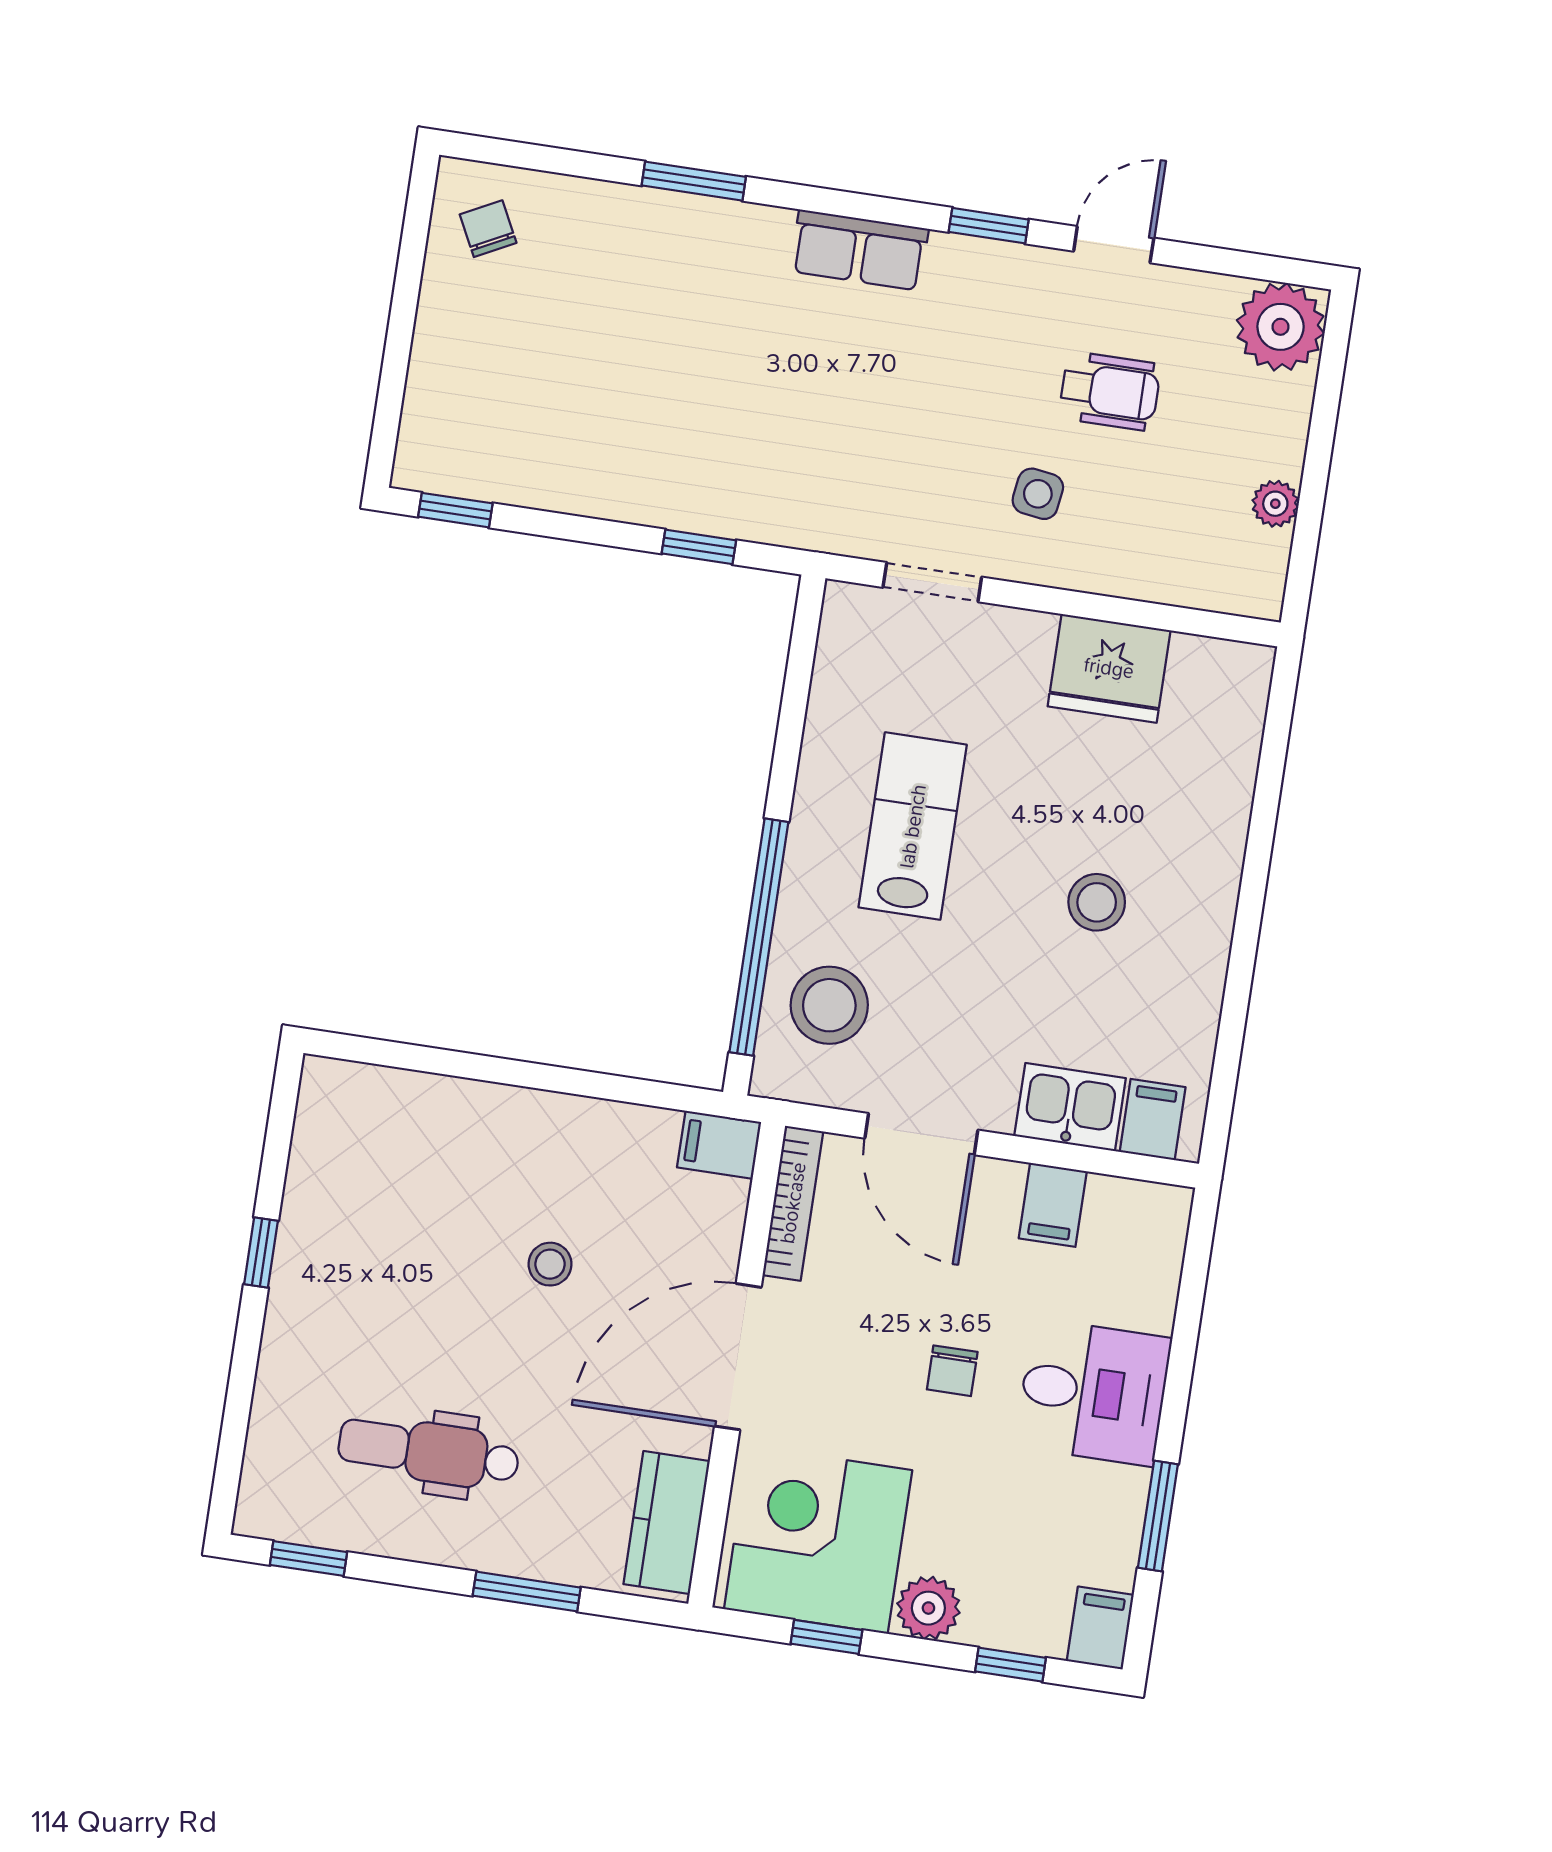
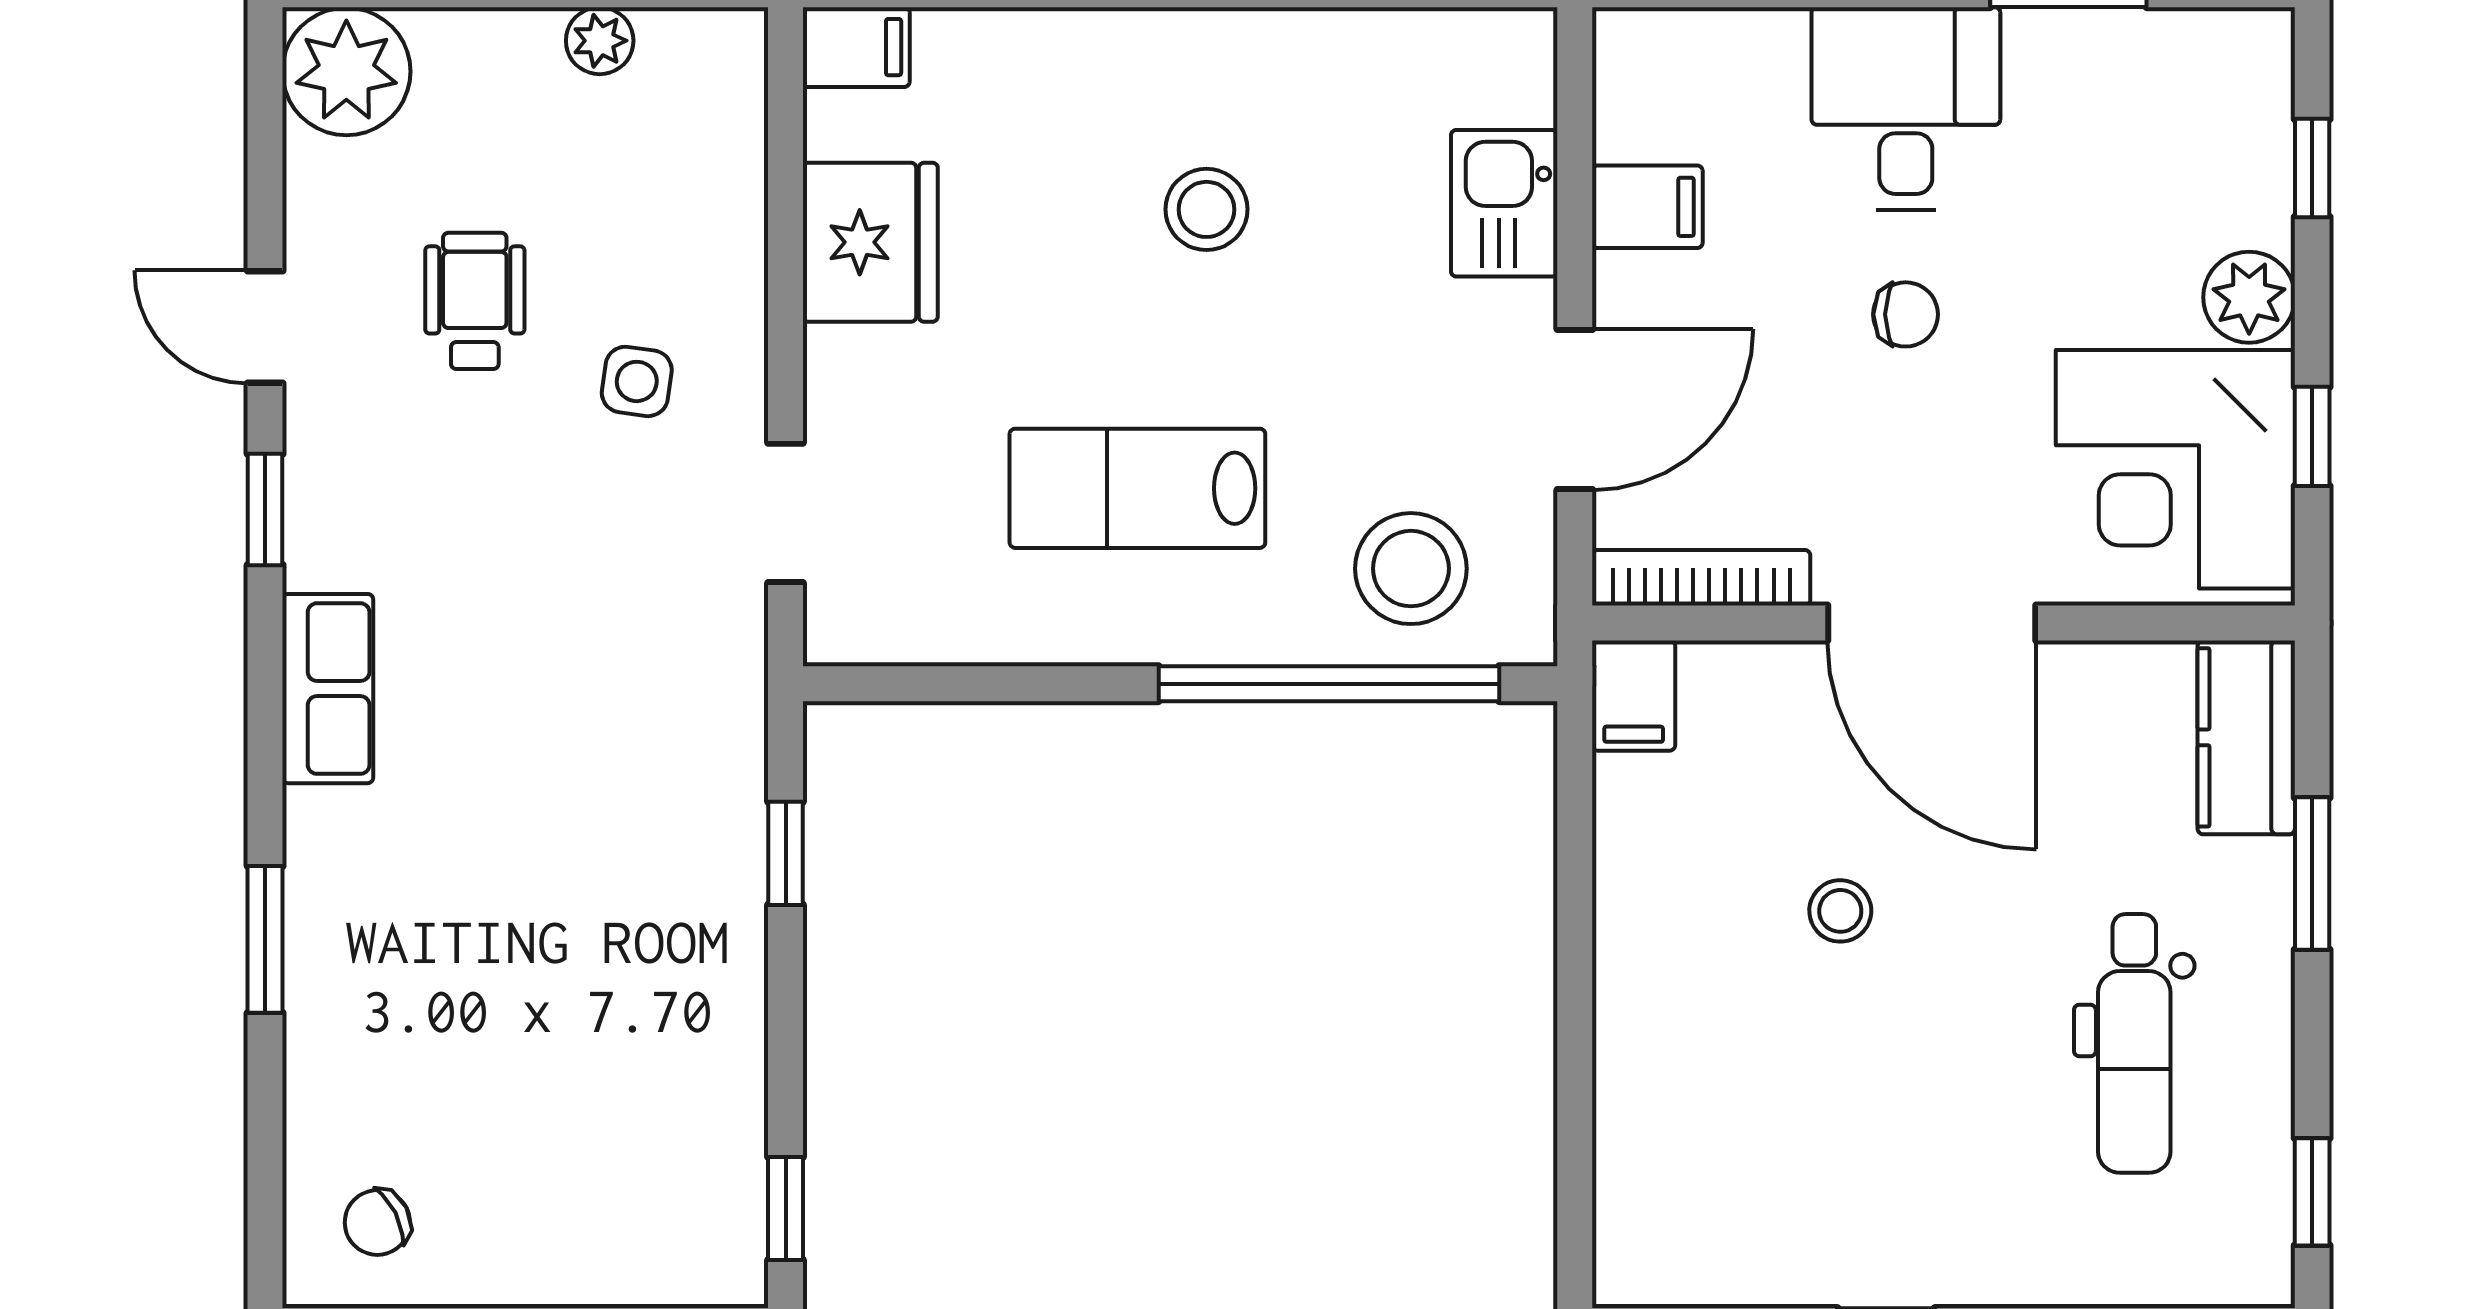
filing cabinet: (1153, 1119) -> (856, 47), moved, turned 180
kitchen counter: (667, 1523) -> (2246, 737), moved, turned 90
filing cabinet: (1100, 1628) -> (2240, 48), removed

